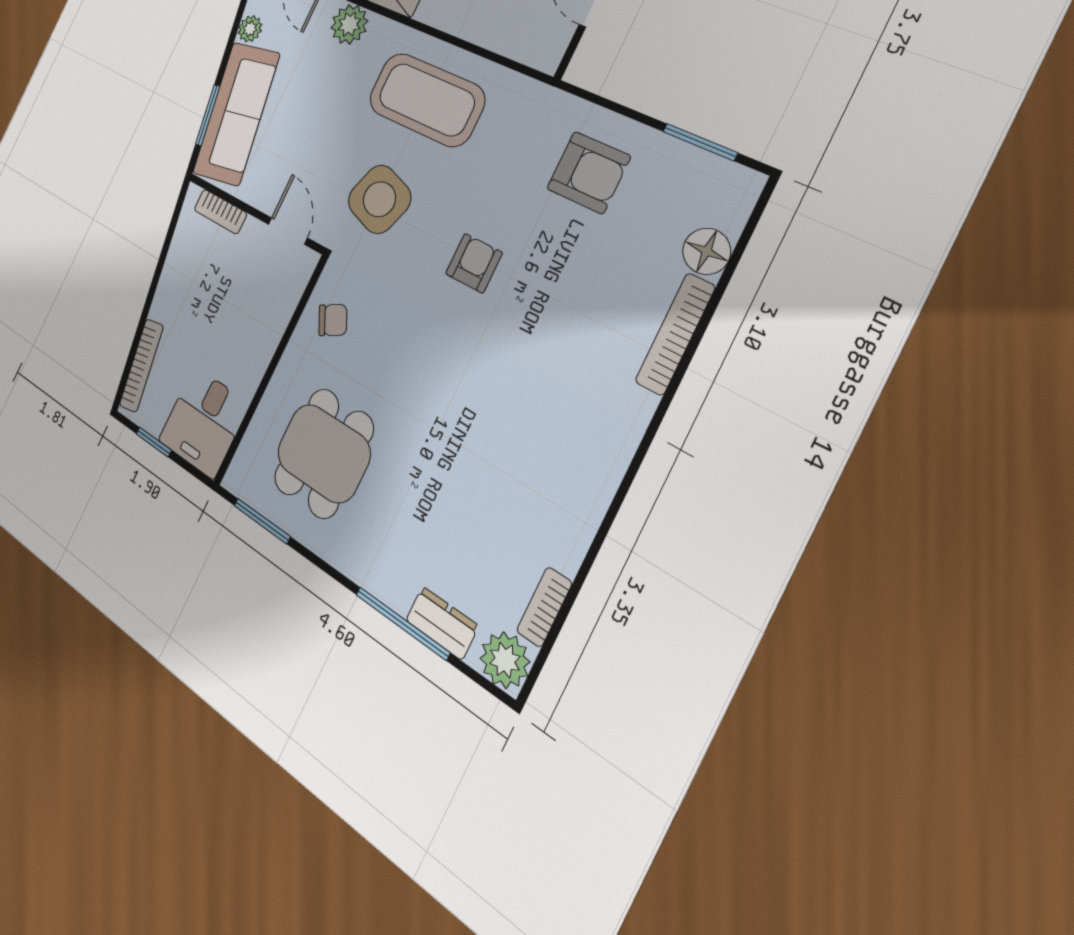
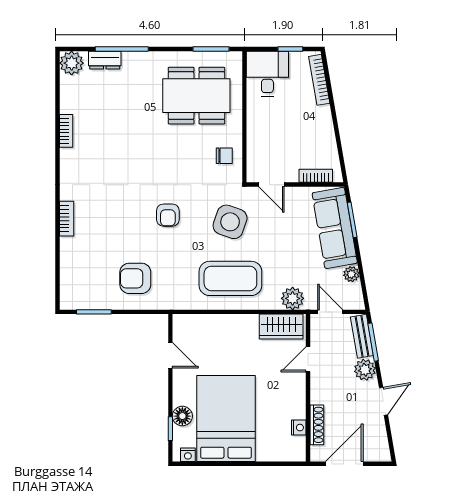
floor lamp: (707, 251) -> (70, 268), removed
chair: (333, 320) -> (224, 156), turned -152
bookcase: (675, 334) -> (67, 219), width x0.64
dining table: (324, 453) -> (196, 96), width x1.38
bookcase: (544, 607) -> (66, 131), moved

